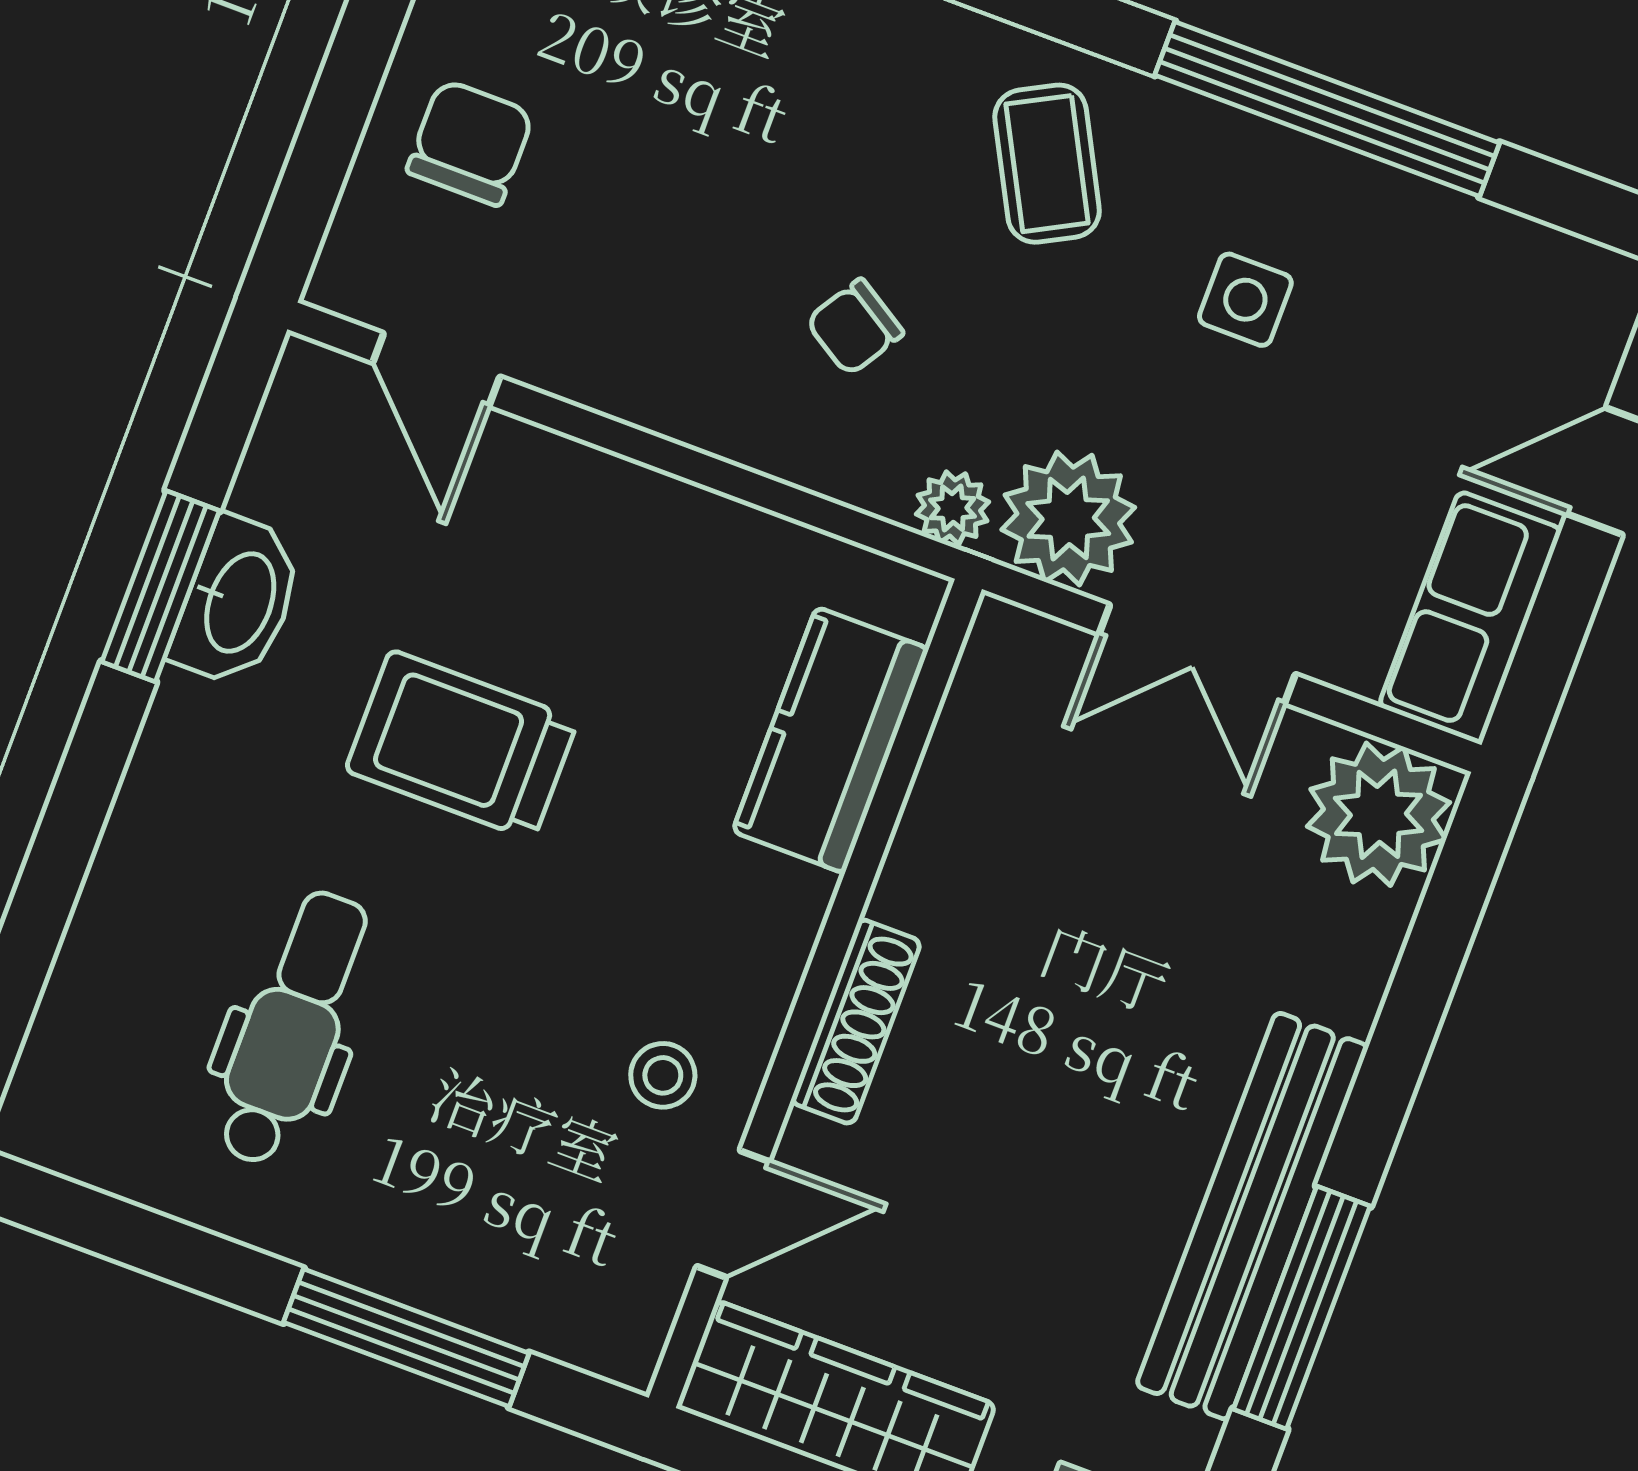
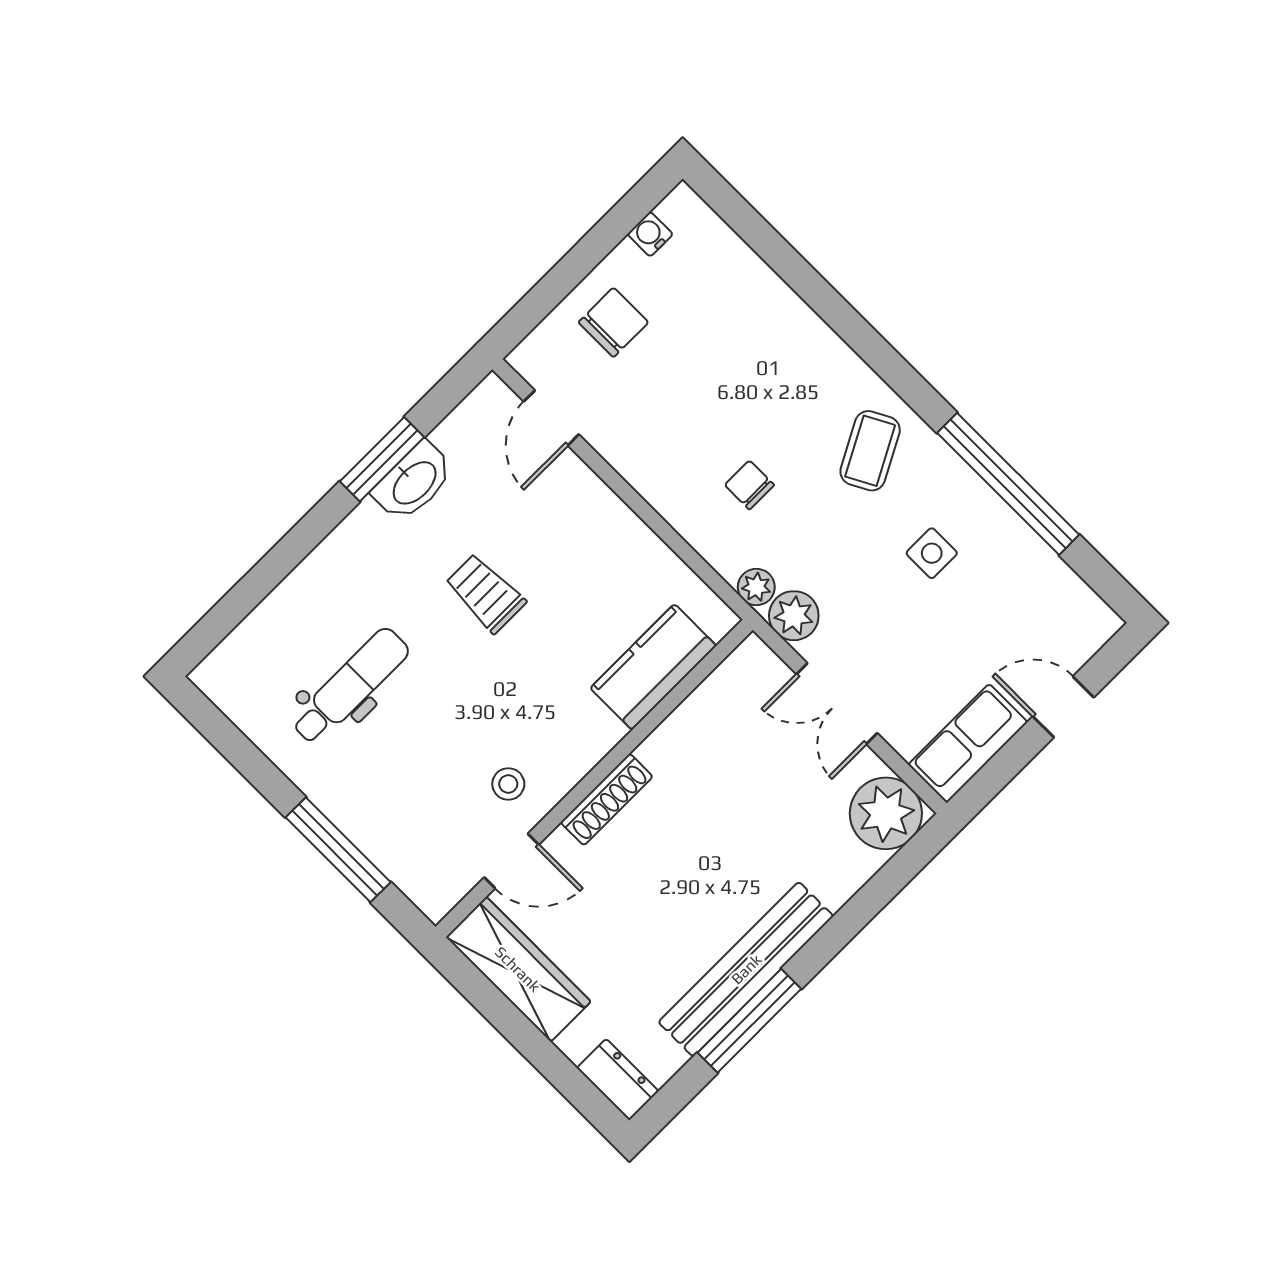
chair: (855, 327) -> (749, 485), turned 58
plant: (1068, 519) -> (794, 616), width x0.73, depth x0.73
trolley: (462, 745) -> (485, 593), width x0.73, depth x0.72

